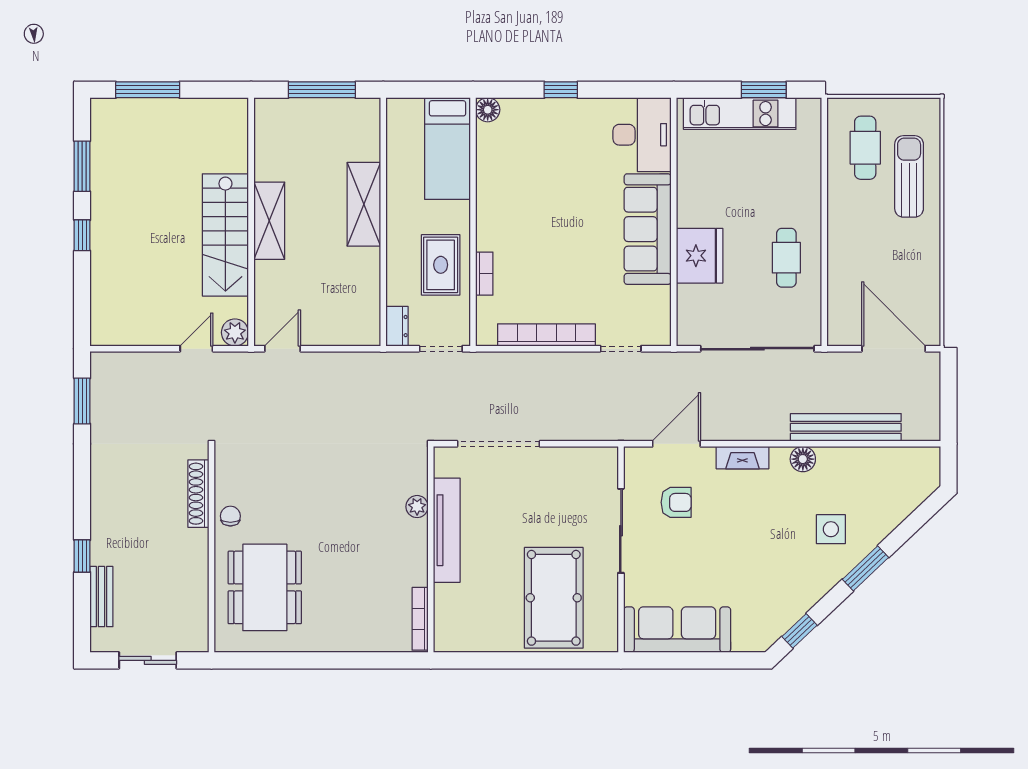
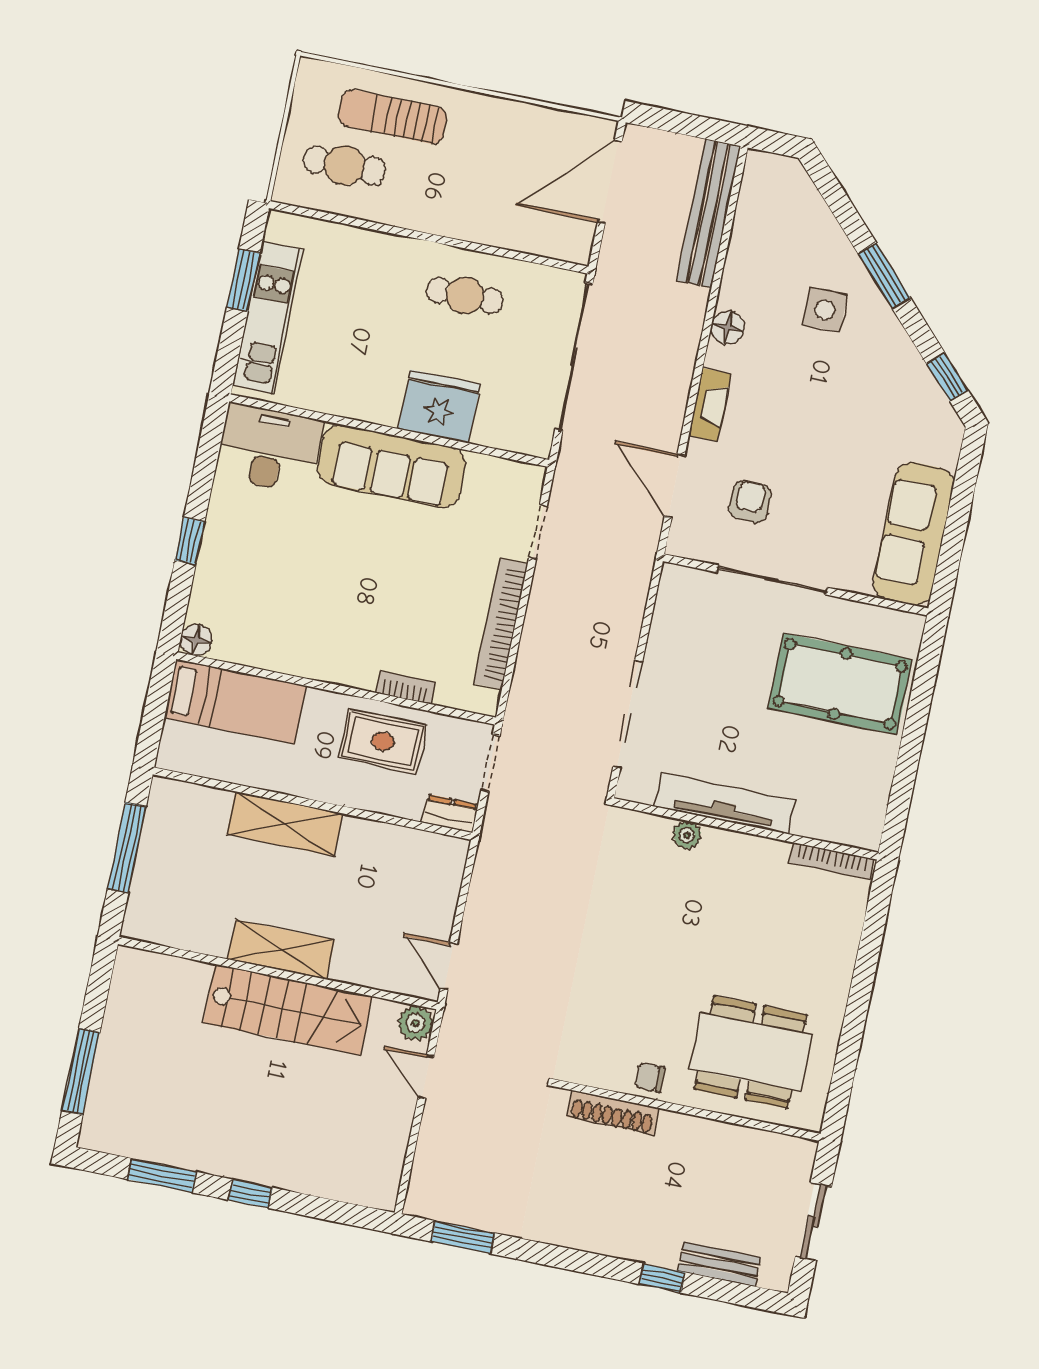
bench: (846, 427) -> (709, 213), moved

